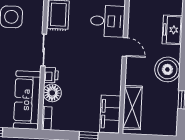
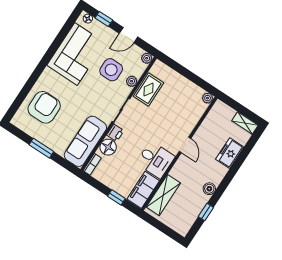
plant: (37, 16) -> (132, 81), added
desk: (108, 21) -> (155, 160), moved
boiler: (167, 69) -> (209, 189), width x0.54, depth x0.54

